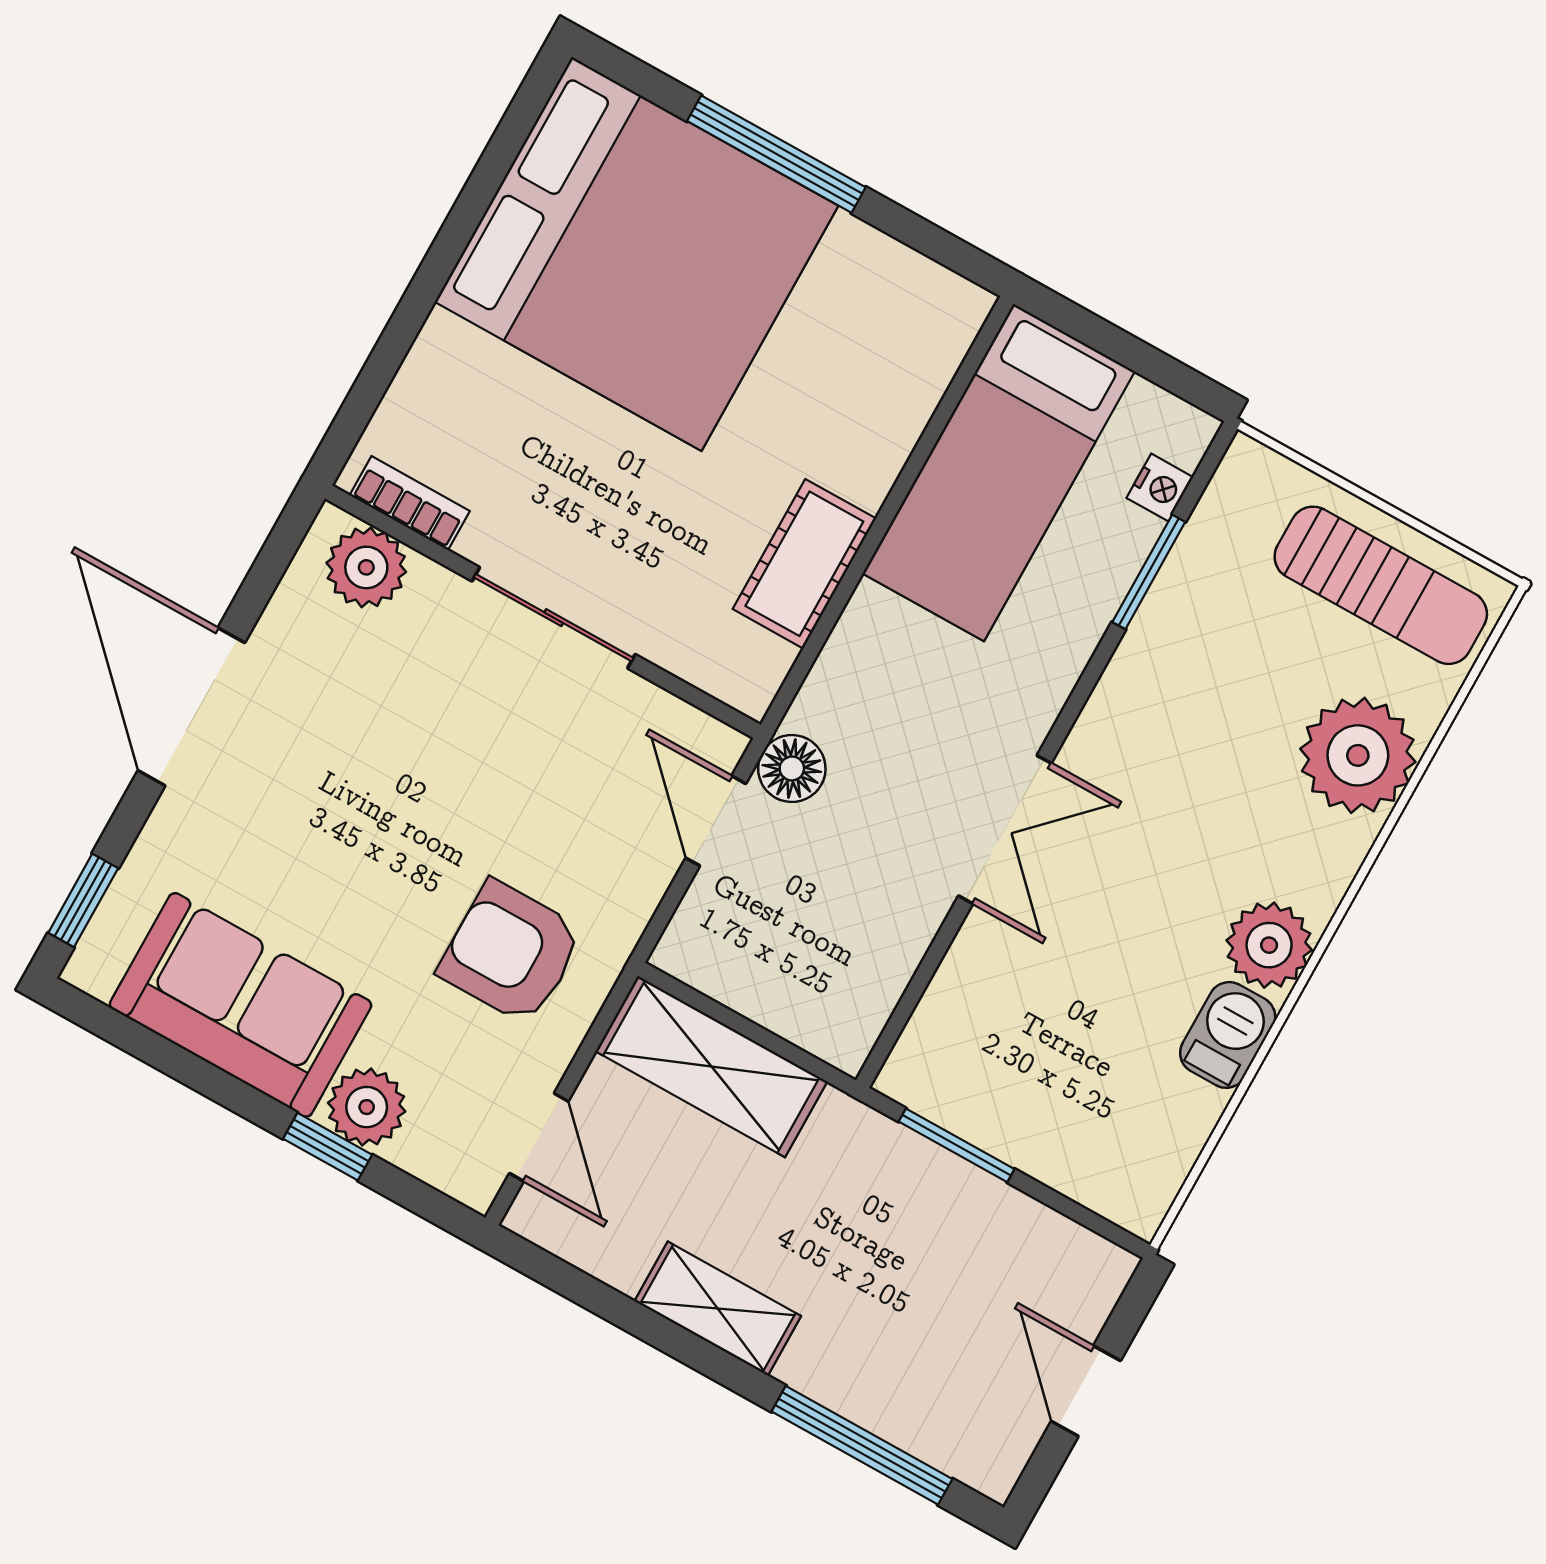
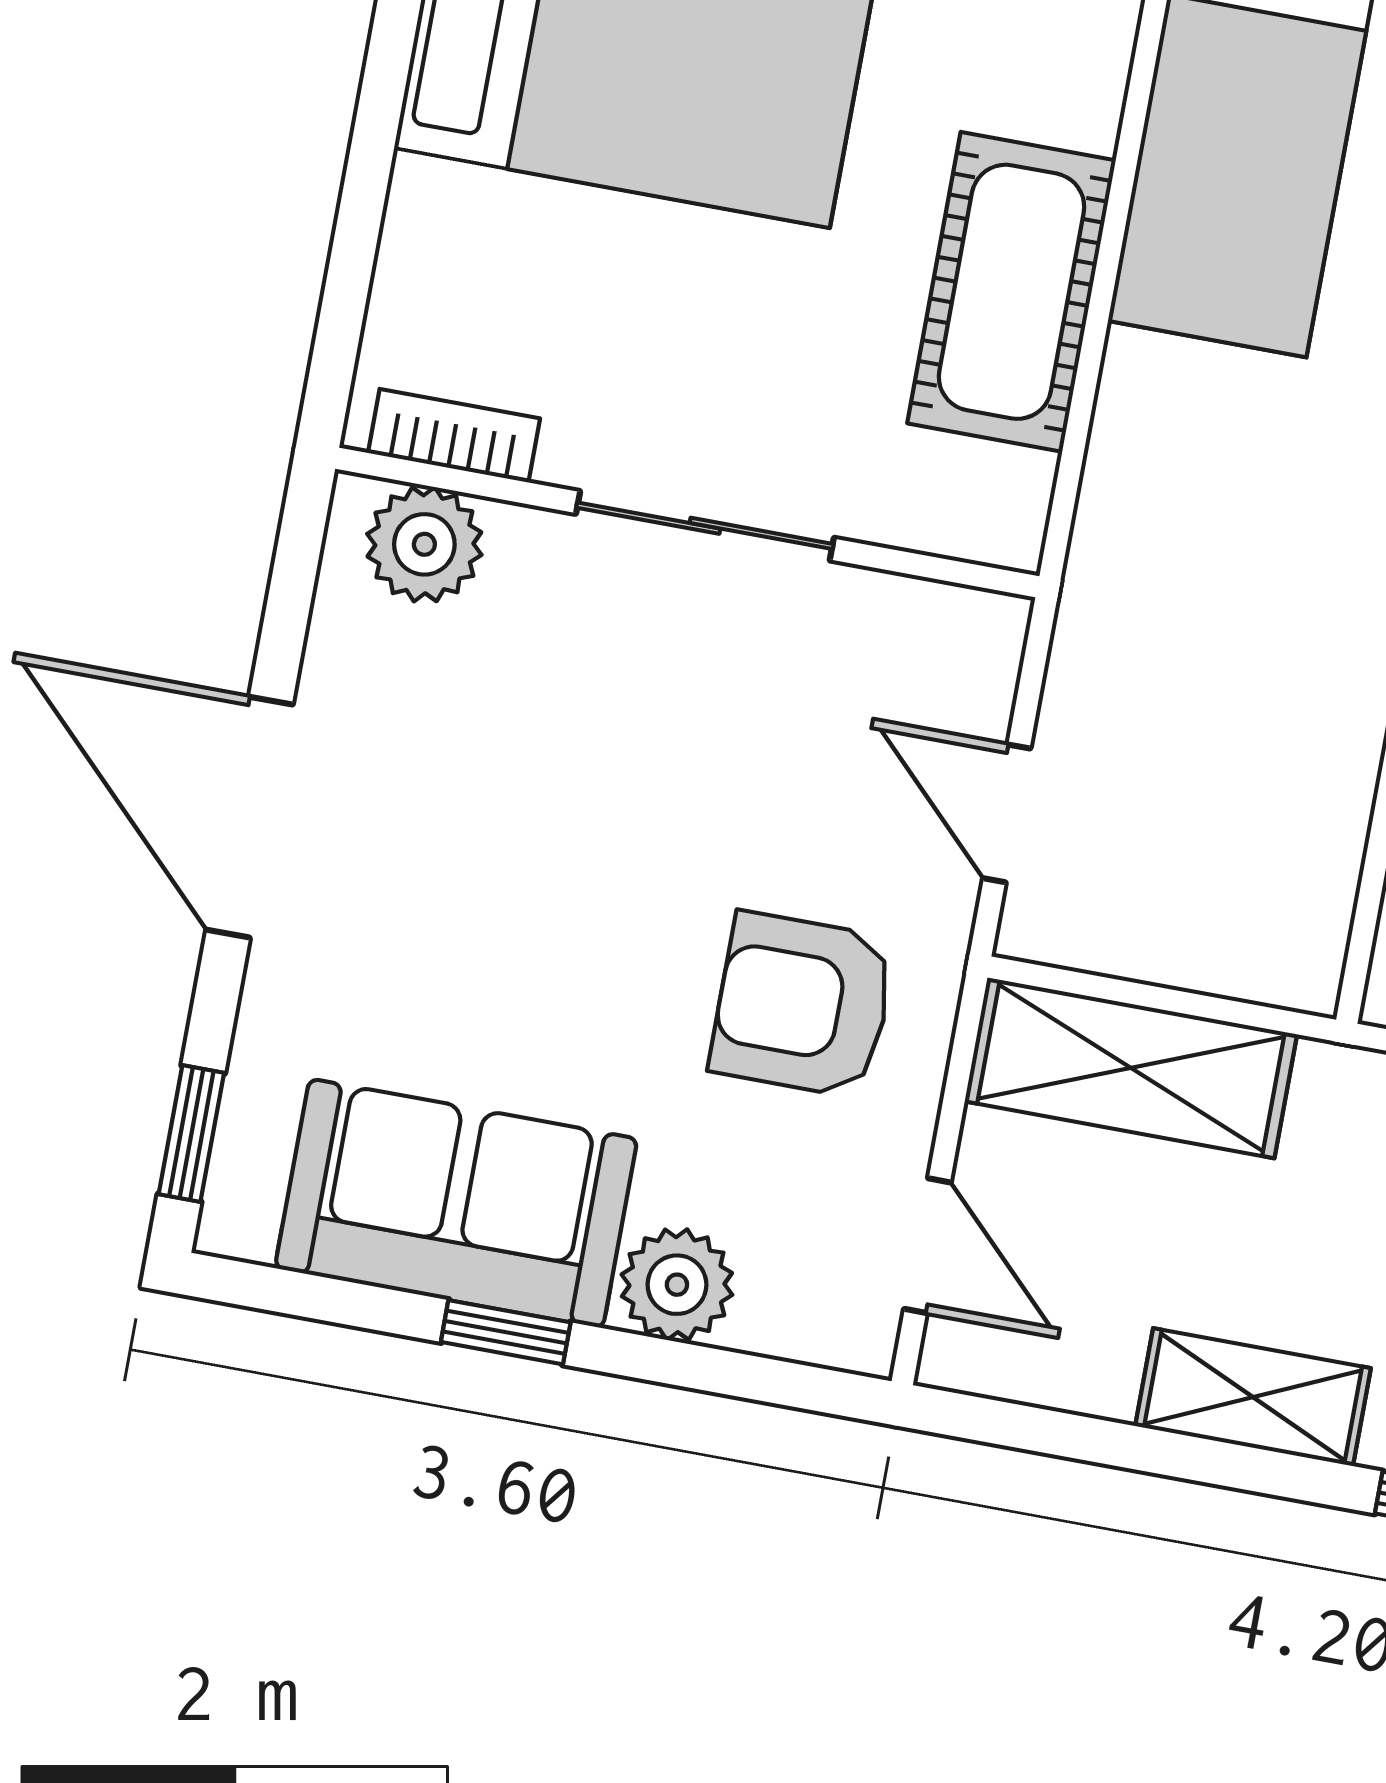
cot: (804, 564) -> (1011, 292), width x1.37, depth x1.34
floor lamp: (792, 768) -> (1102, 621), removed
door: (716, 821) -> (1007, 813), moved
window: (328, 1147) -> (506, 1332), moved

